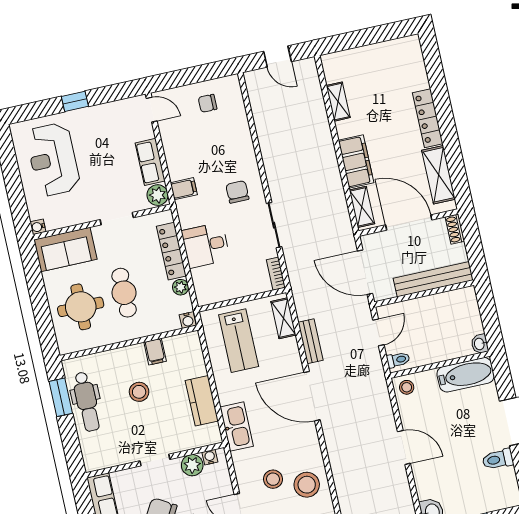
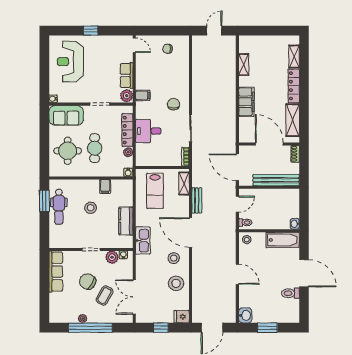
door: (277, 56) -> (214, 31), swing flipped
shelving: (362, 207) -> (294, 57), moved
stool: (273, 479) -> (174, 258), moved

